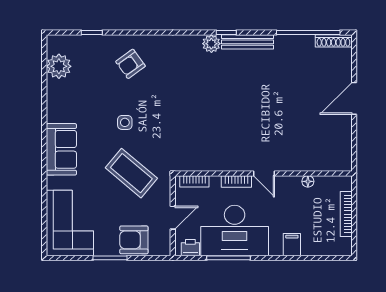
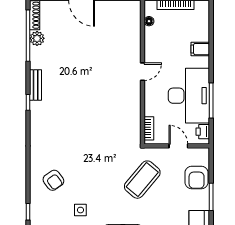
bench: (248, 42) -> (36, 85), width x0.73
plant: (211, 44) -> (37, 38), moved
side table: (125, 122) -> (80, 210), moved
bookcase: (236, 181) -> (149, 94), removed
floor lamp: (308, 181) -> (149, 21), moved

